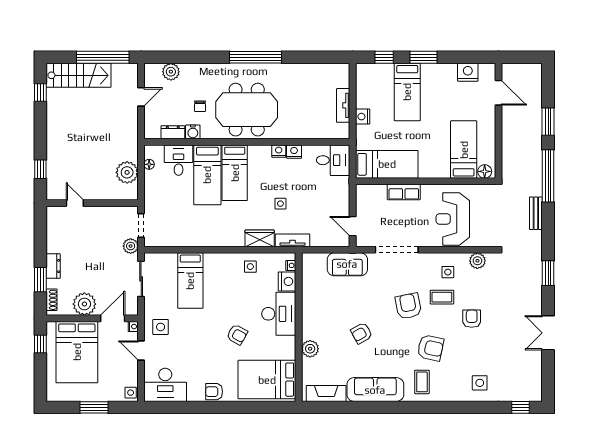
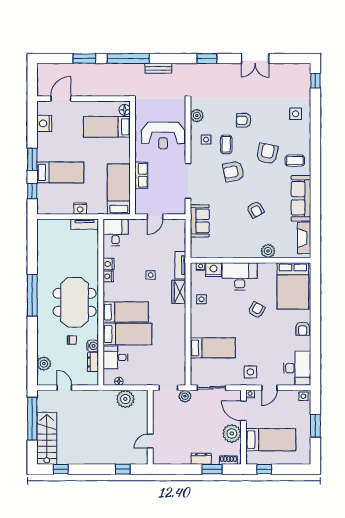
tv unit: (343, 105) -> (85, 224), moved
door: (353, 226) -> (155, 217), moved
bed: (77, 352) -> (271, 440), width x0.67

